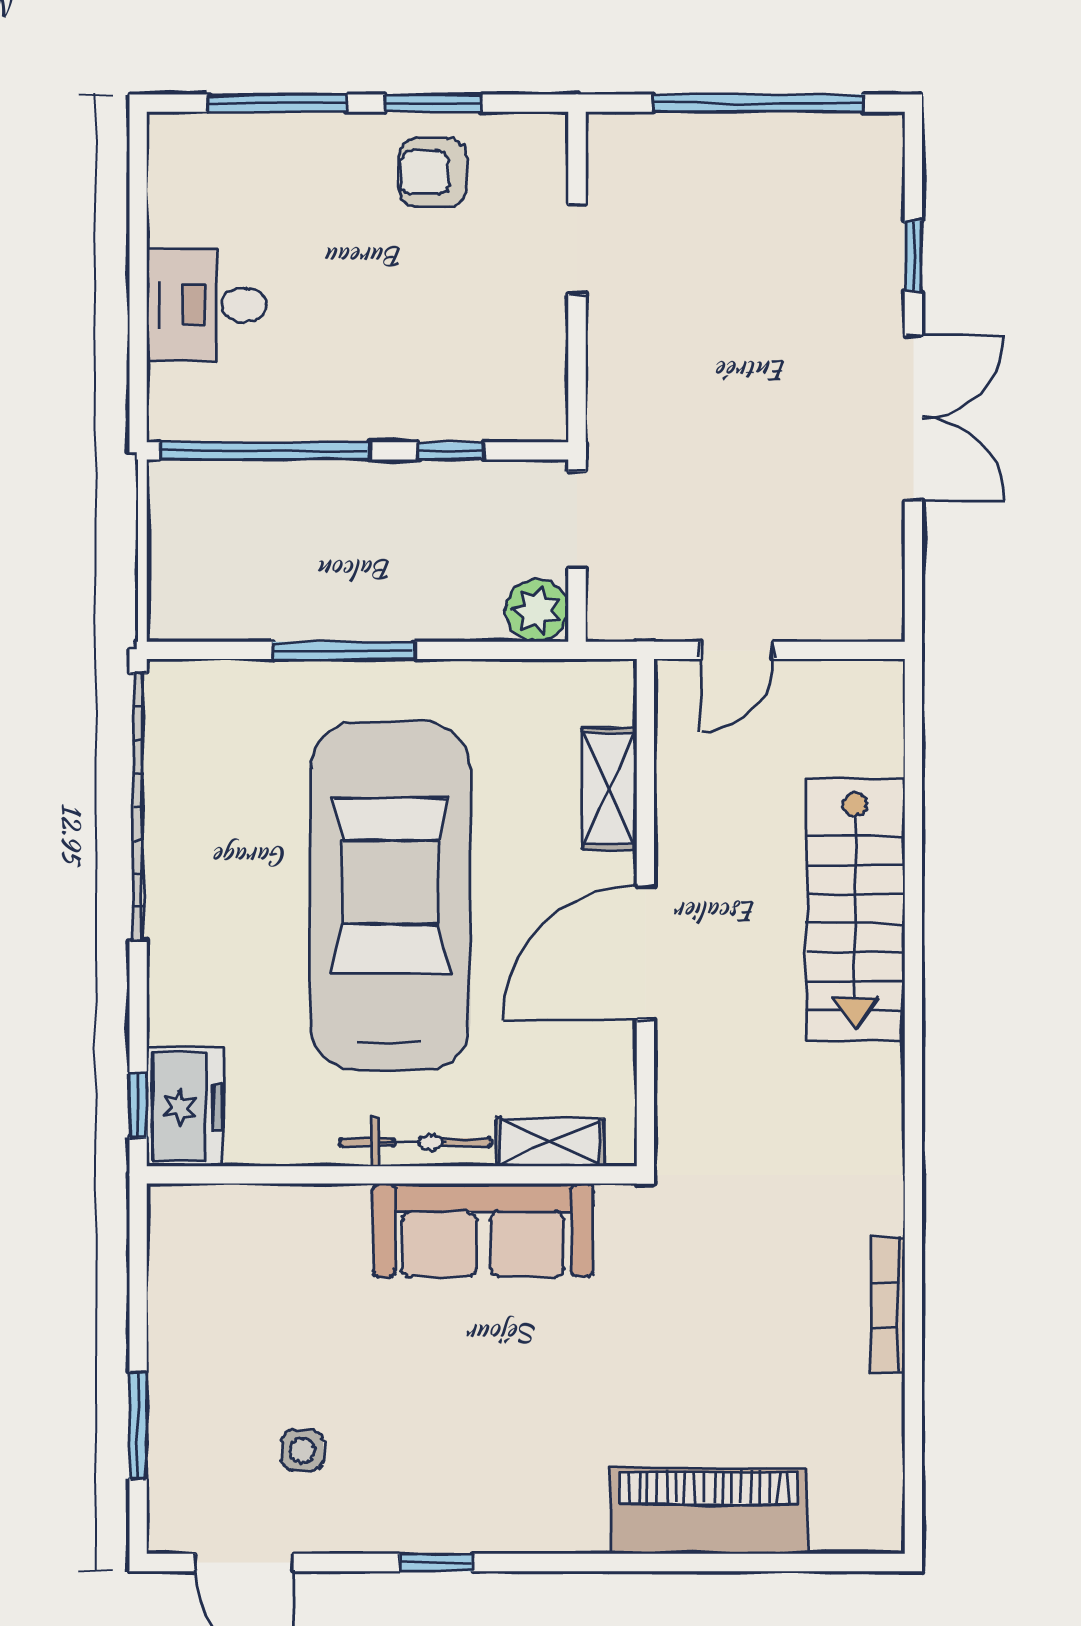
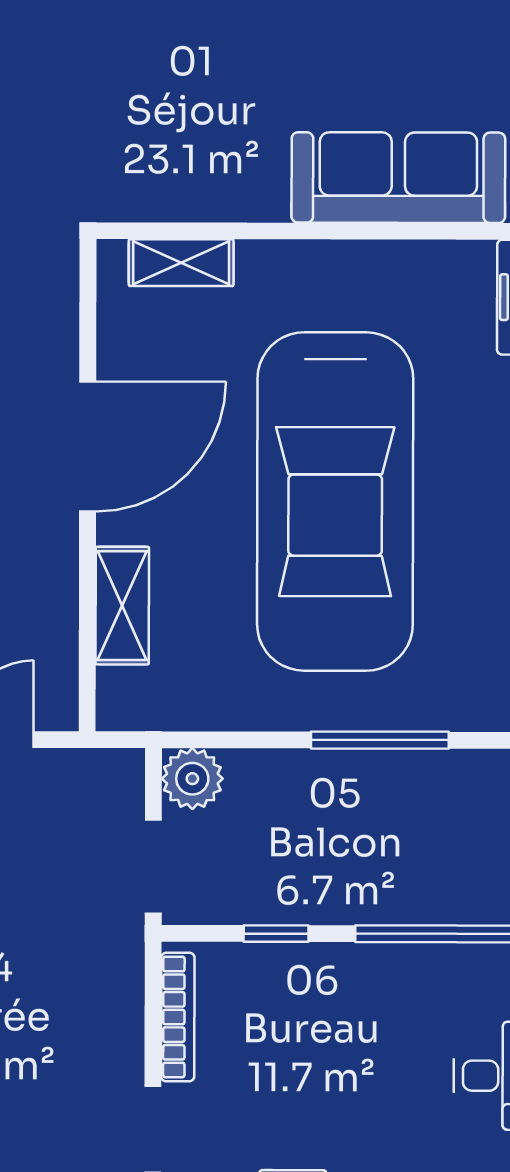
bookcase: (551, 365) -> (178, 1017), added
bicycle: (415, 1142) -> (311, 263), removed
sofa: (483, 1230) -> (398, 178), moved

